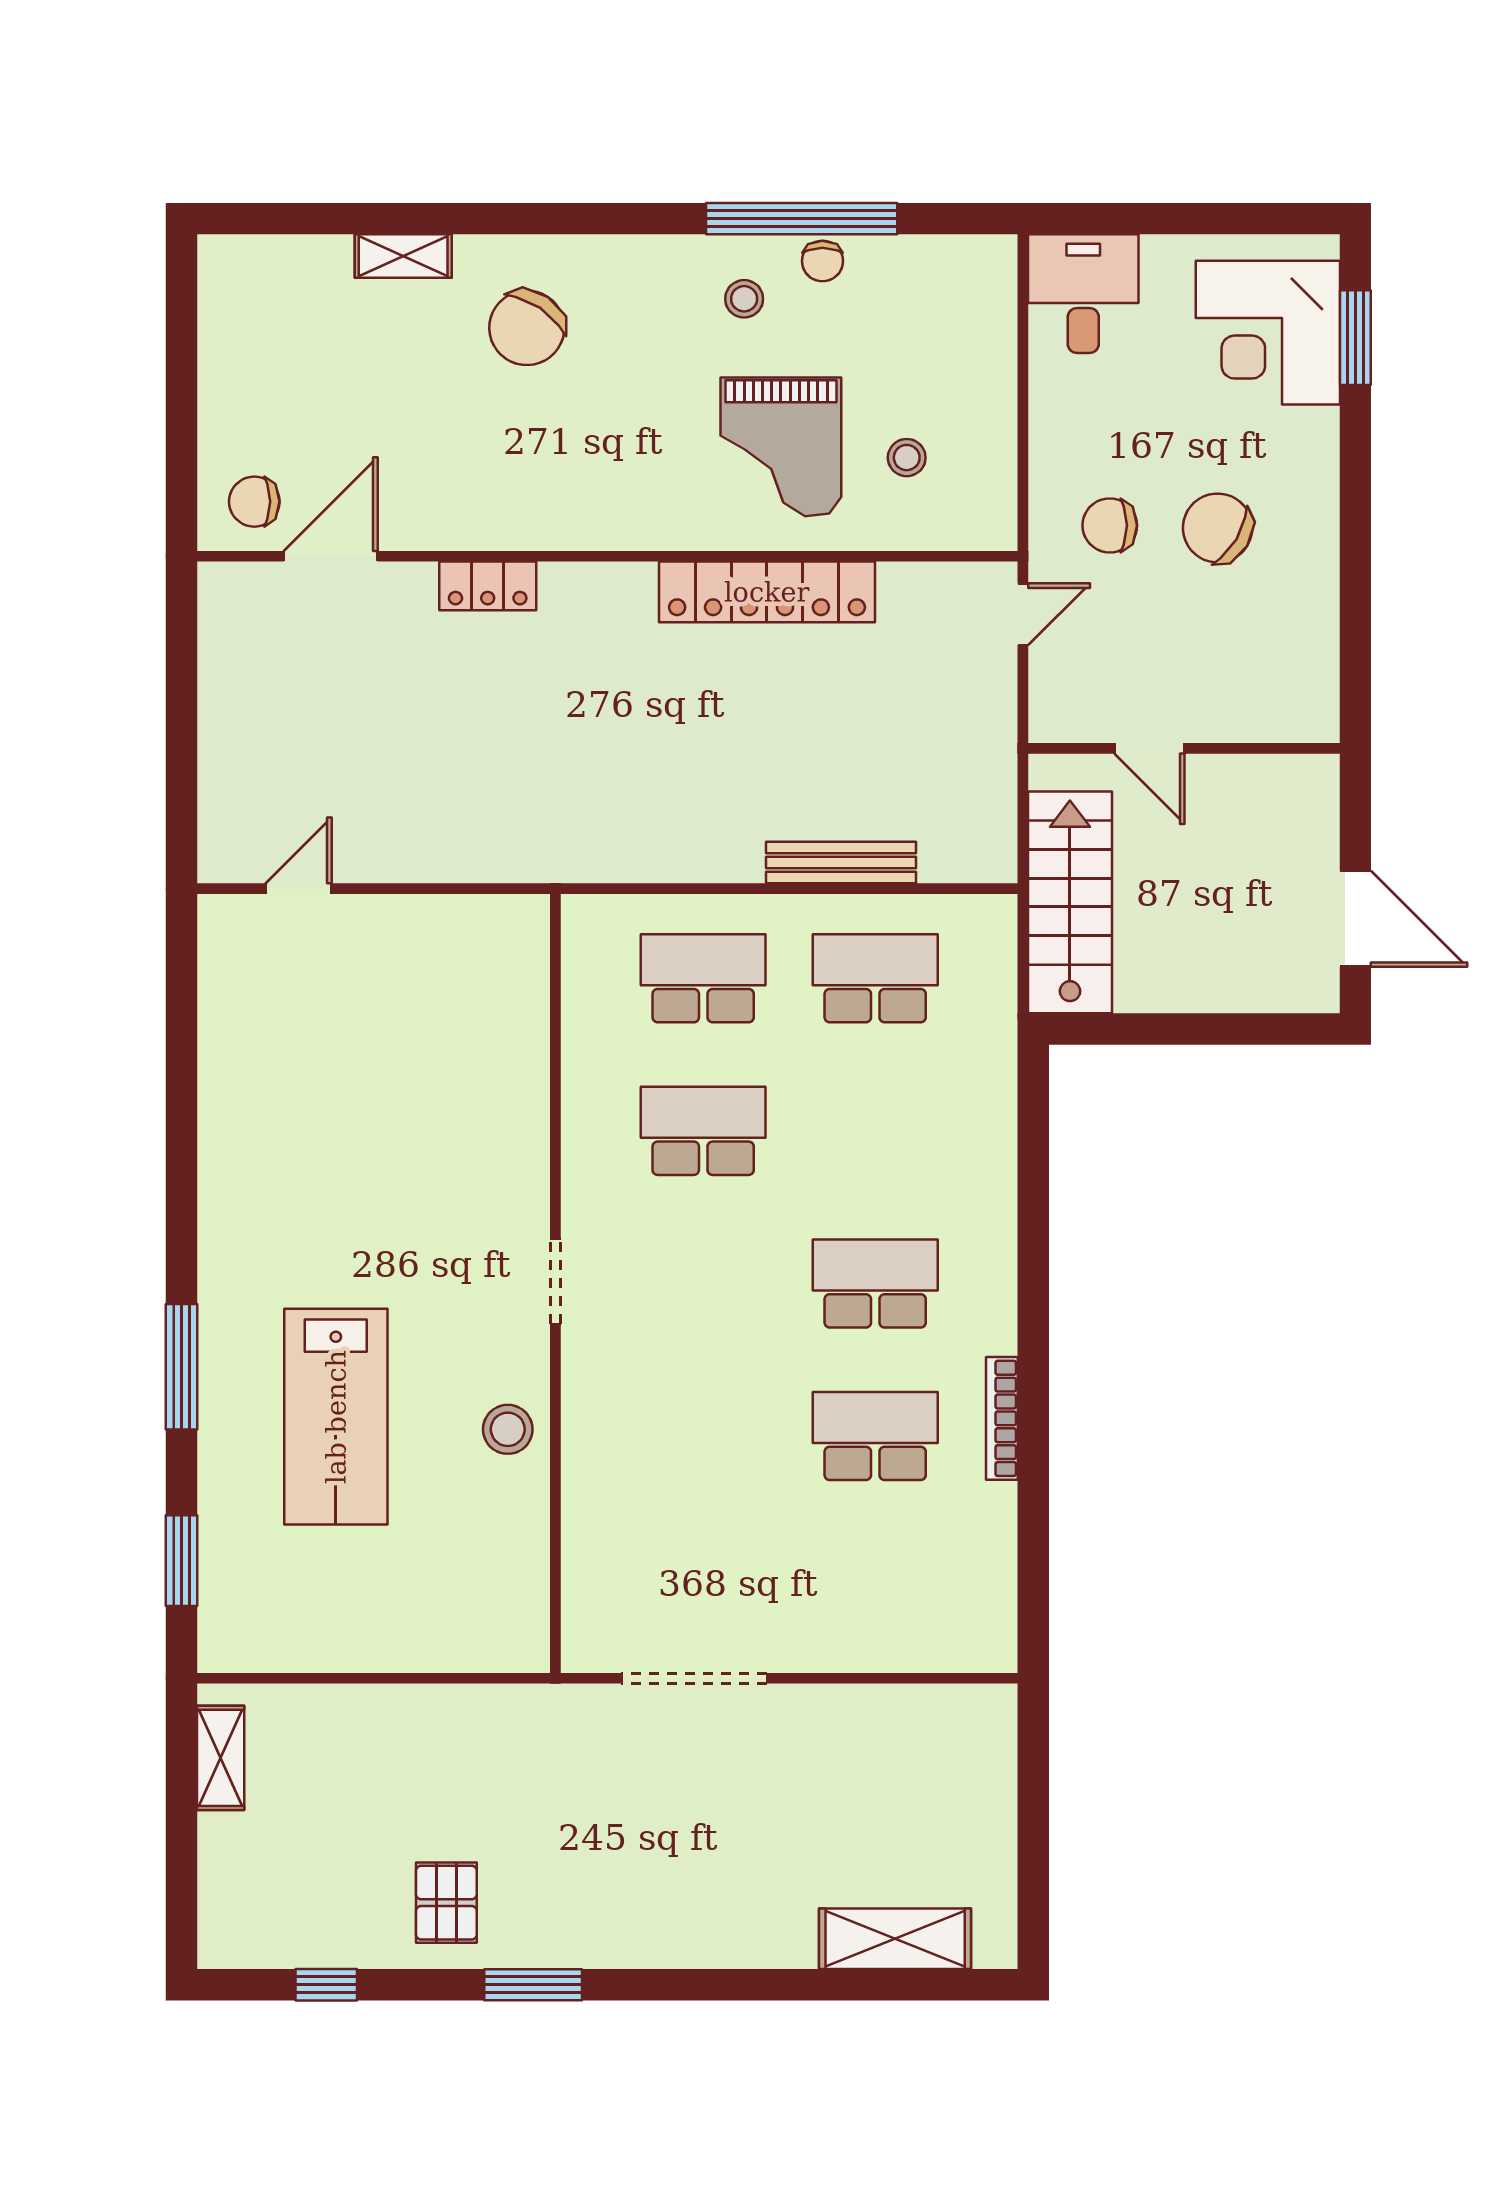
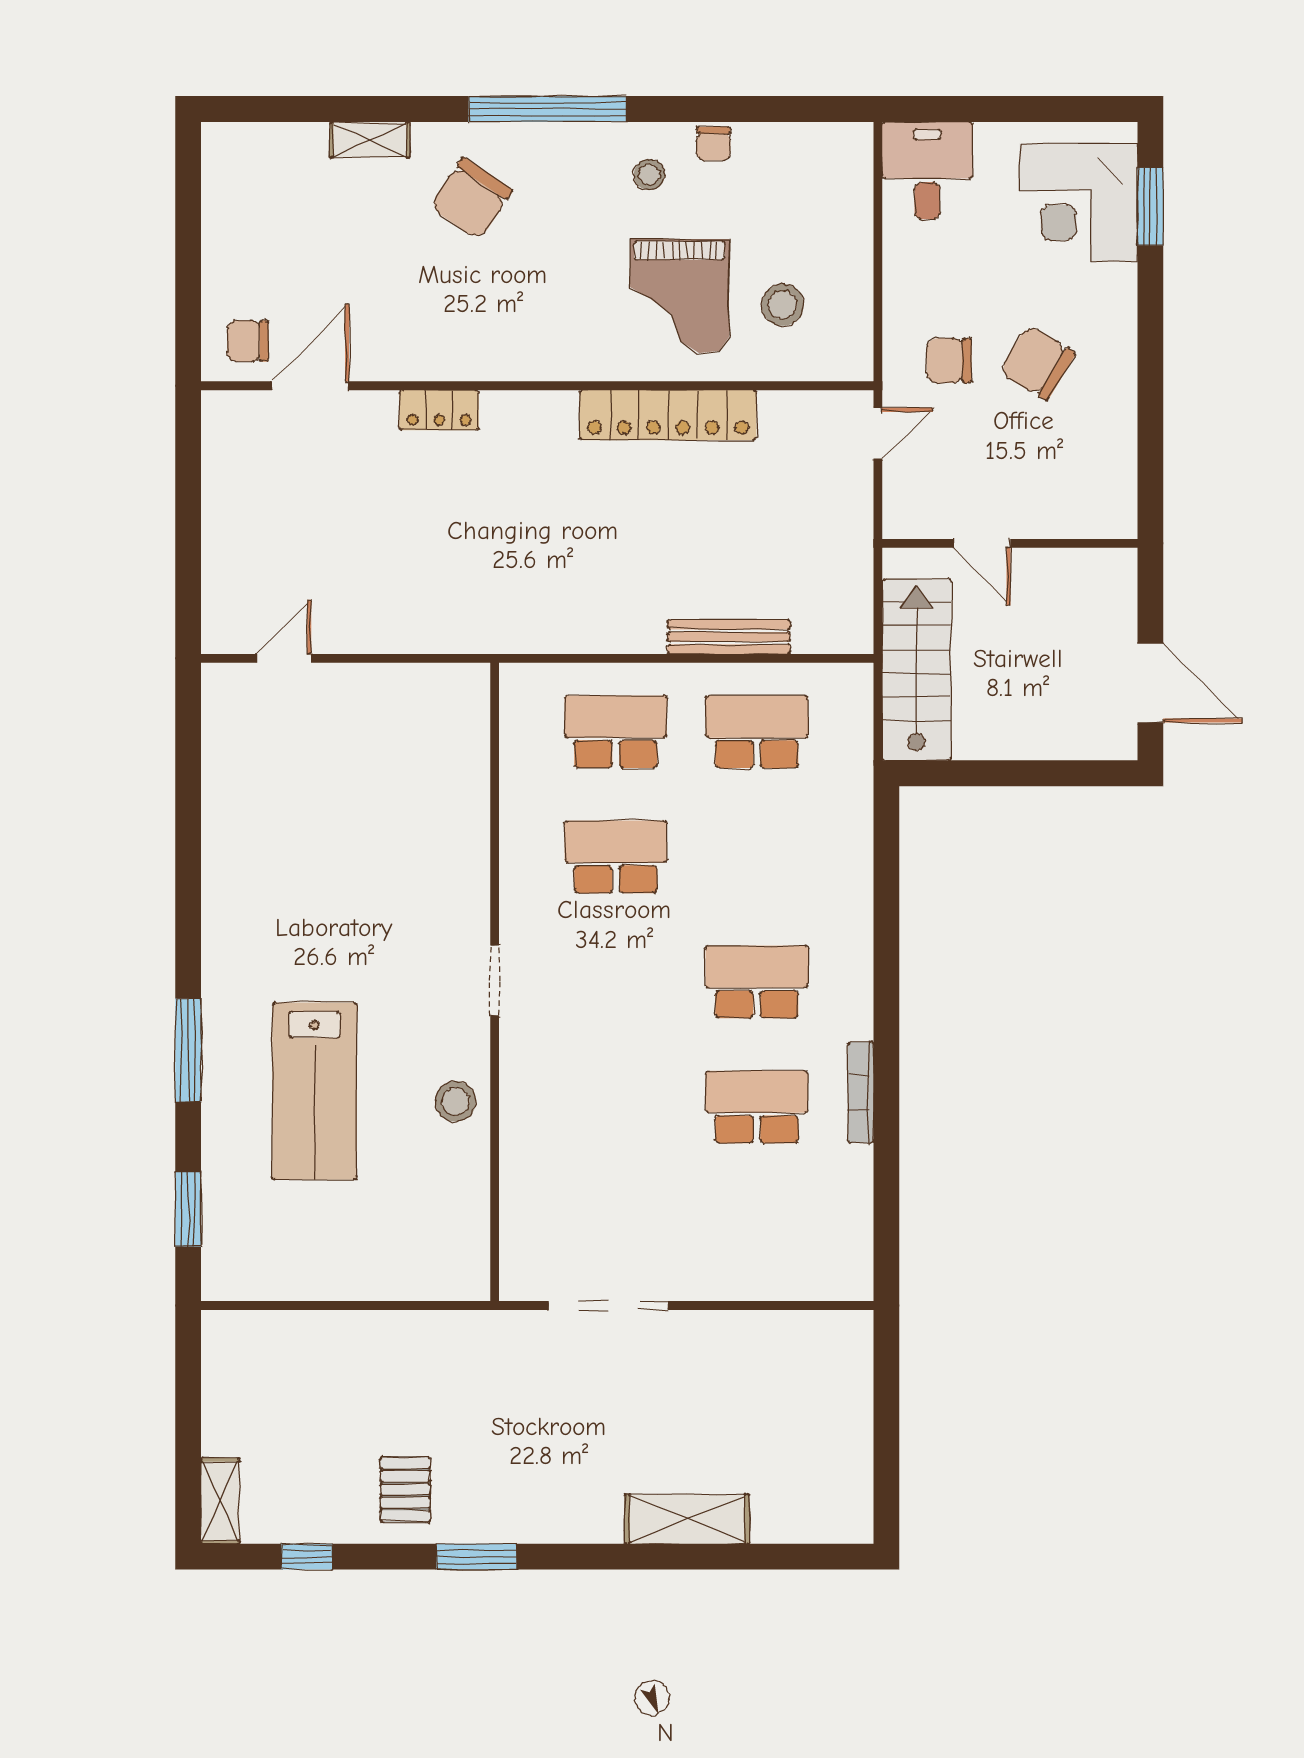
window: (802, 219) -> (547, 109), moved
stool: (907, 458) -> (783, 305), width x1.37, depth x1.37
shelving: (221, 1758) -> (220, 1501), moved
shelving: (895, 1939) -> (687, 1519), moved

